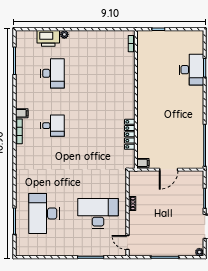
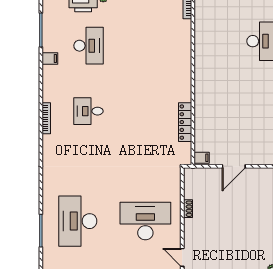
filing cabinet: (22, 113) -> (50, 58), moved
desk: (53, 126) -> (88, 111), turned 180

